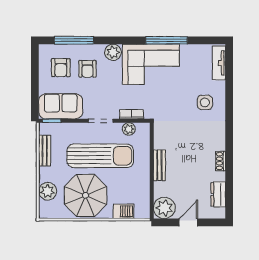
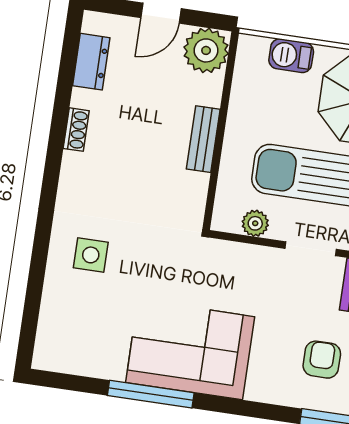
plant: (113, 52) -> (264, 386), removed
tv unit: (219, 63) -> (50, 332), removed
bookcase: (132, 114) -> (245, 253), removed

